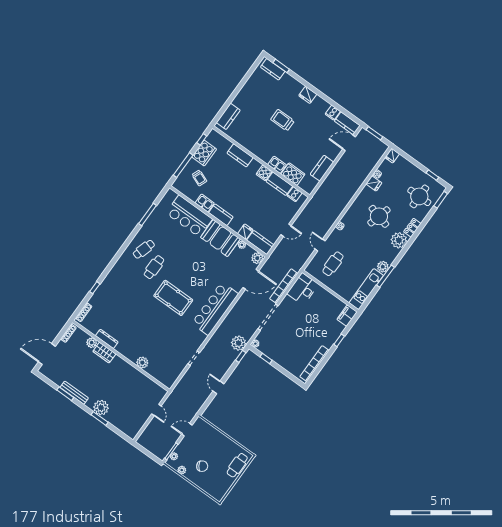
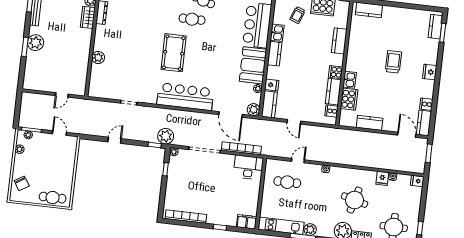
chair: (202, 466) -> (22, 183), moved

